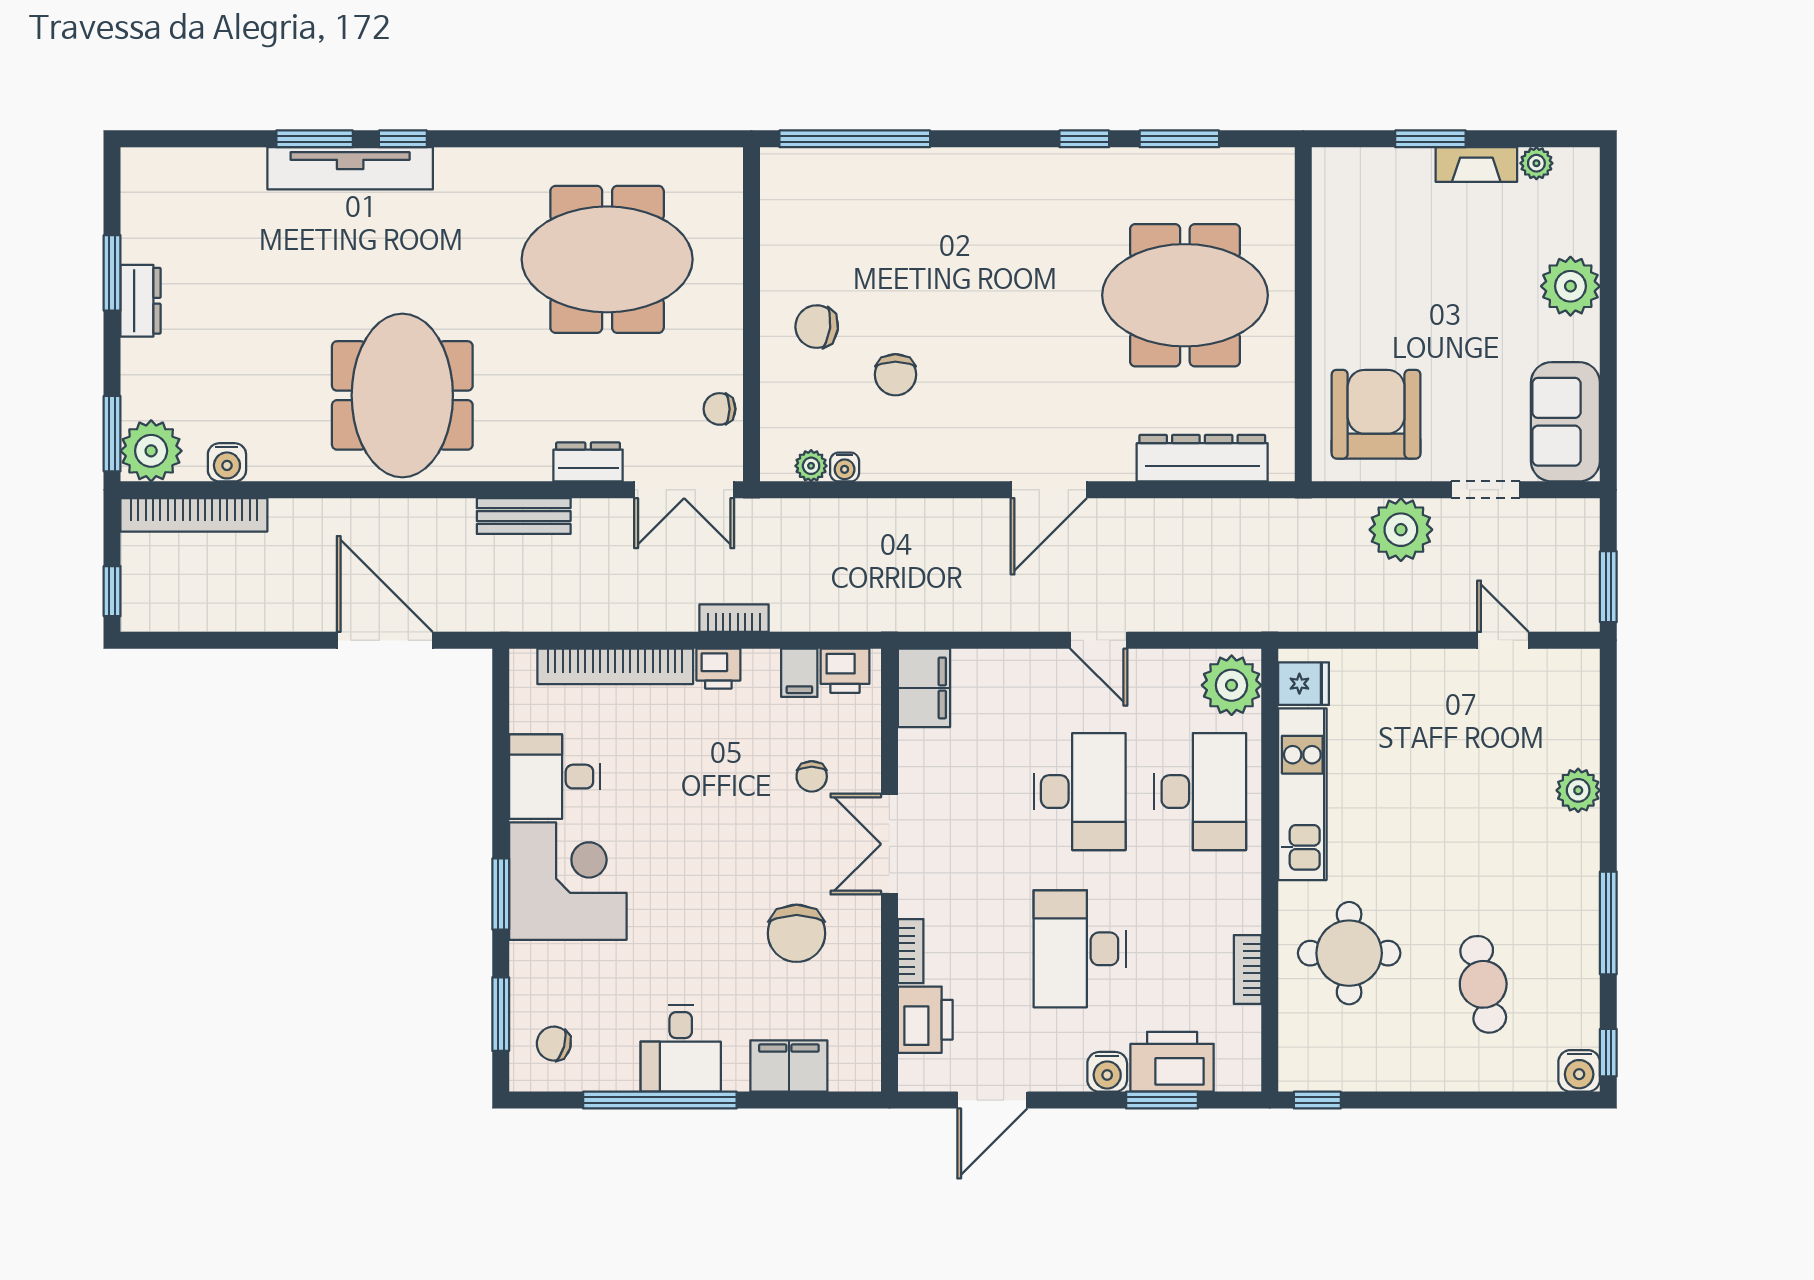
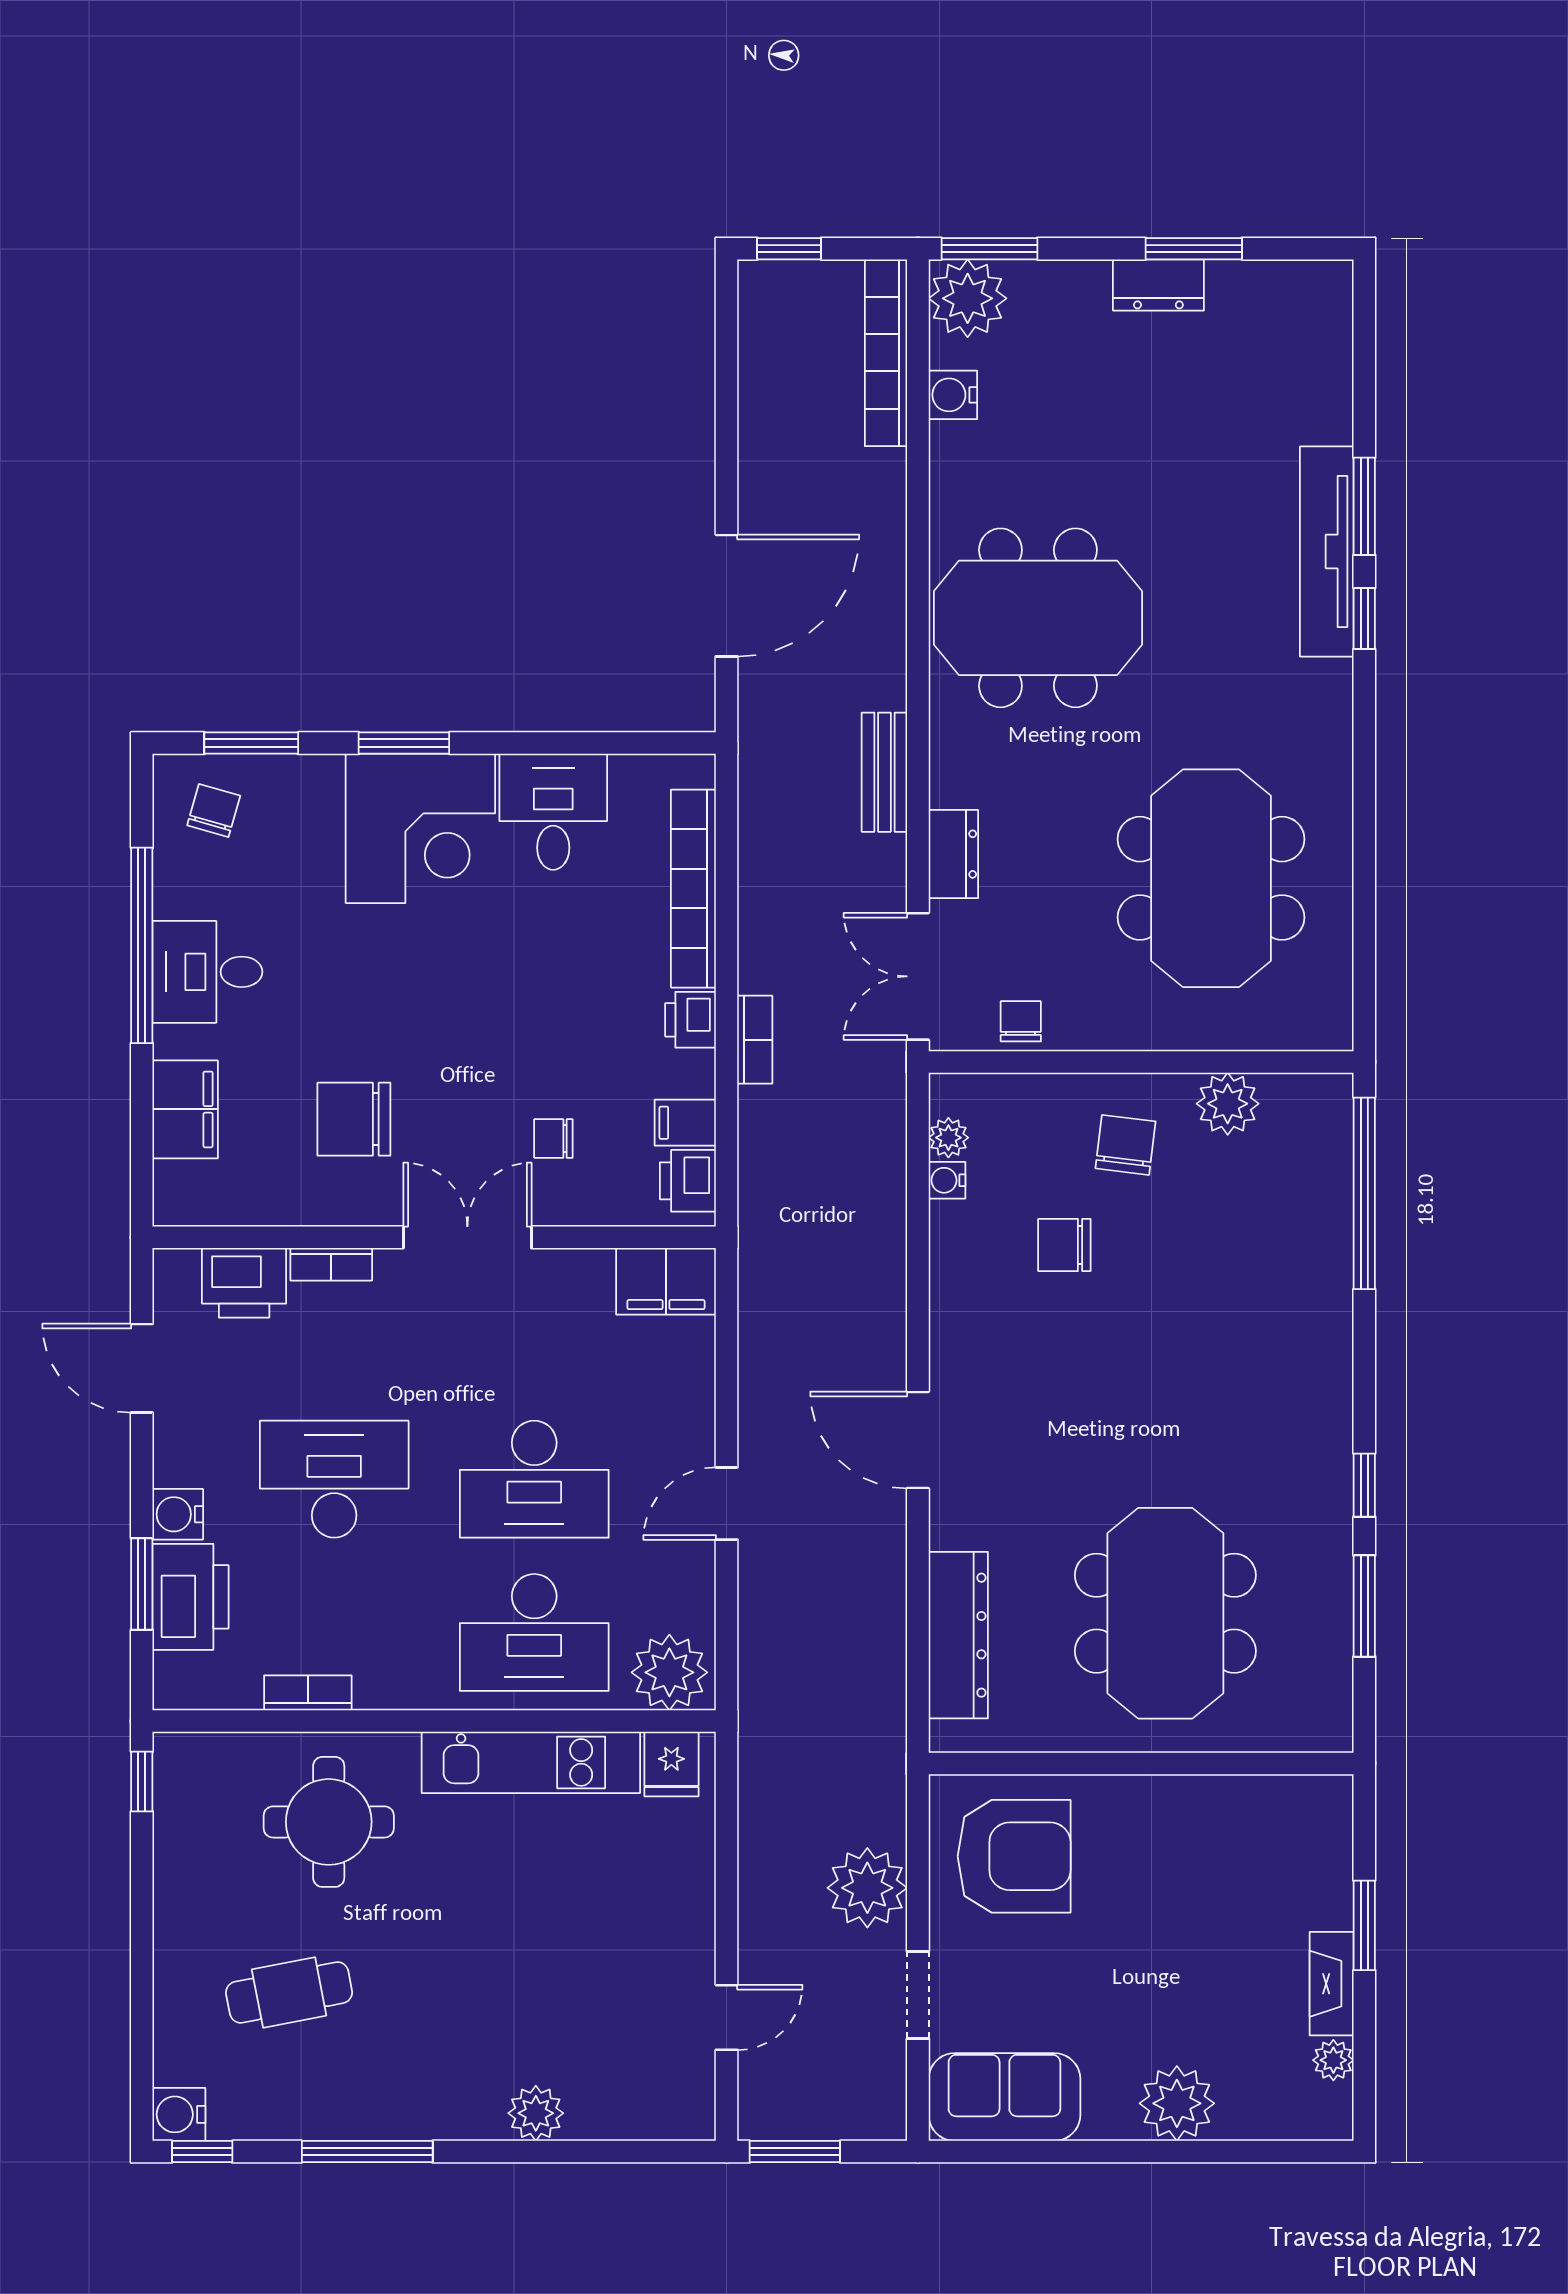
plant: (784, 246) -> (1228, 1104), added

